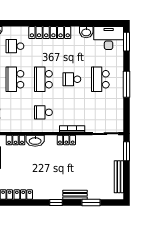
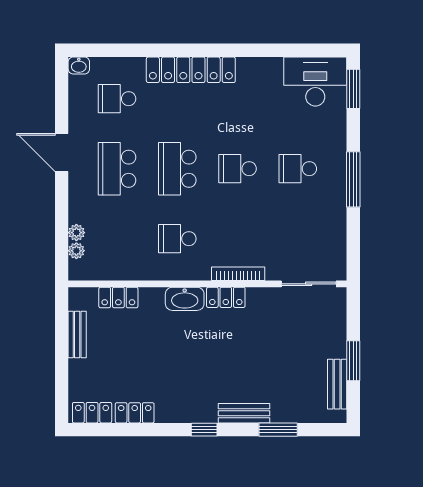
washbasin: (86, 32) -> (268, 69), removed
school desk: (100, 79) -> (298, 169), width x0.54
washbasin: (35, 141) -> (185, 299), moved
window: (127, 151) -> (353, 361), moved
bench: (119, 177) -> (337, 384), width x0.73

